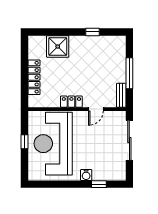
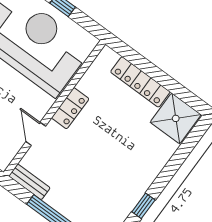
shower: (58, 46) -> (176, 118), moved

